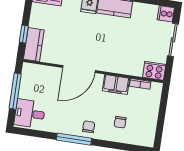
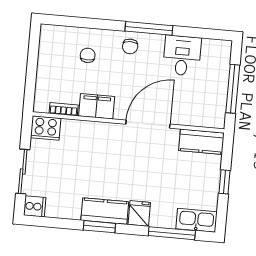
window: (24, 34) -> (224, 182), moved
kitchen counter: (34, 45) -> (201, 142), moved, turned -90
desk: (30, 114) -> (182, 56), moved, turned -90

